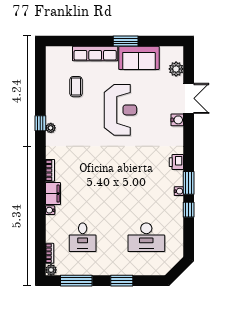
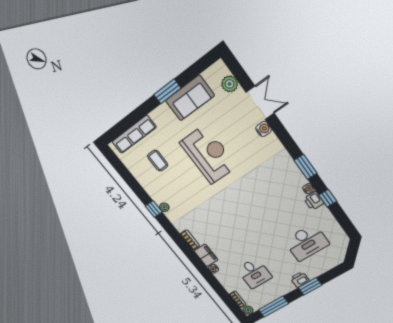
row of seats: (95, 54) -> (134, 134), moved
printer: (176, 162) -> (314, 201), moved
window: (189, 183) -> (305, 167), moved
printer: (117, 269) -> (300, 280), added

